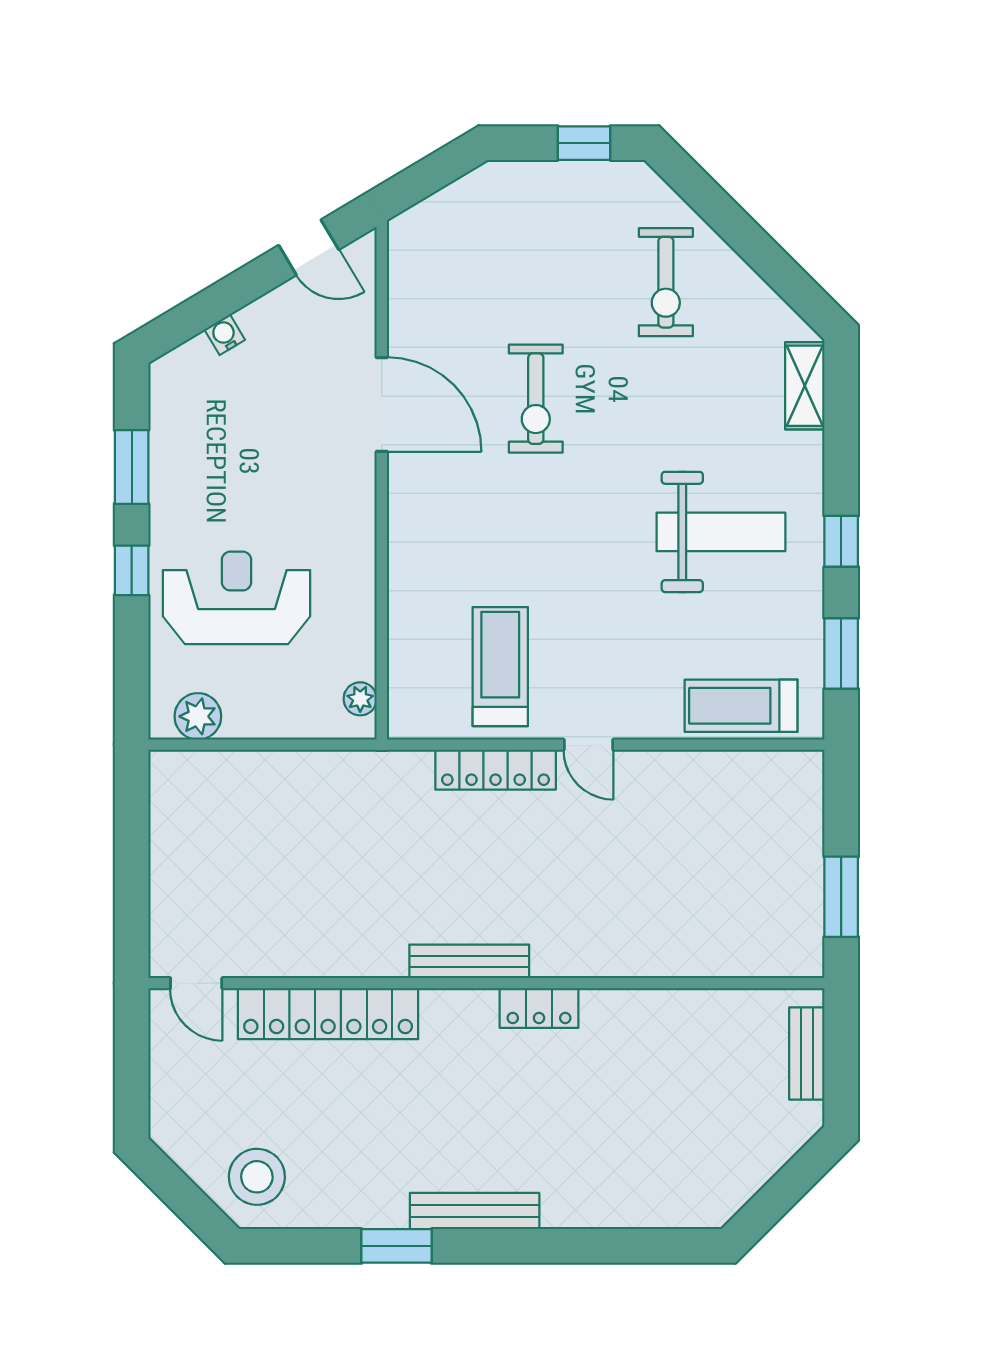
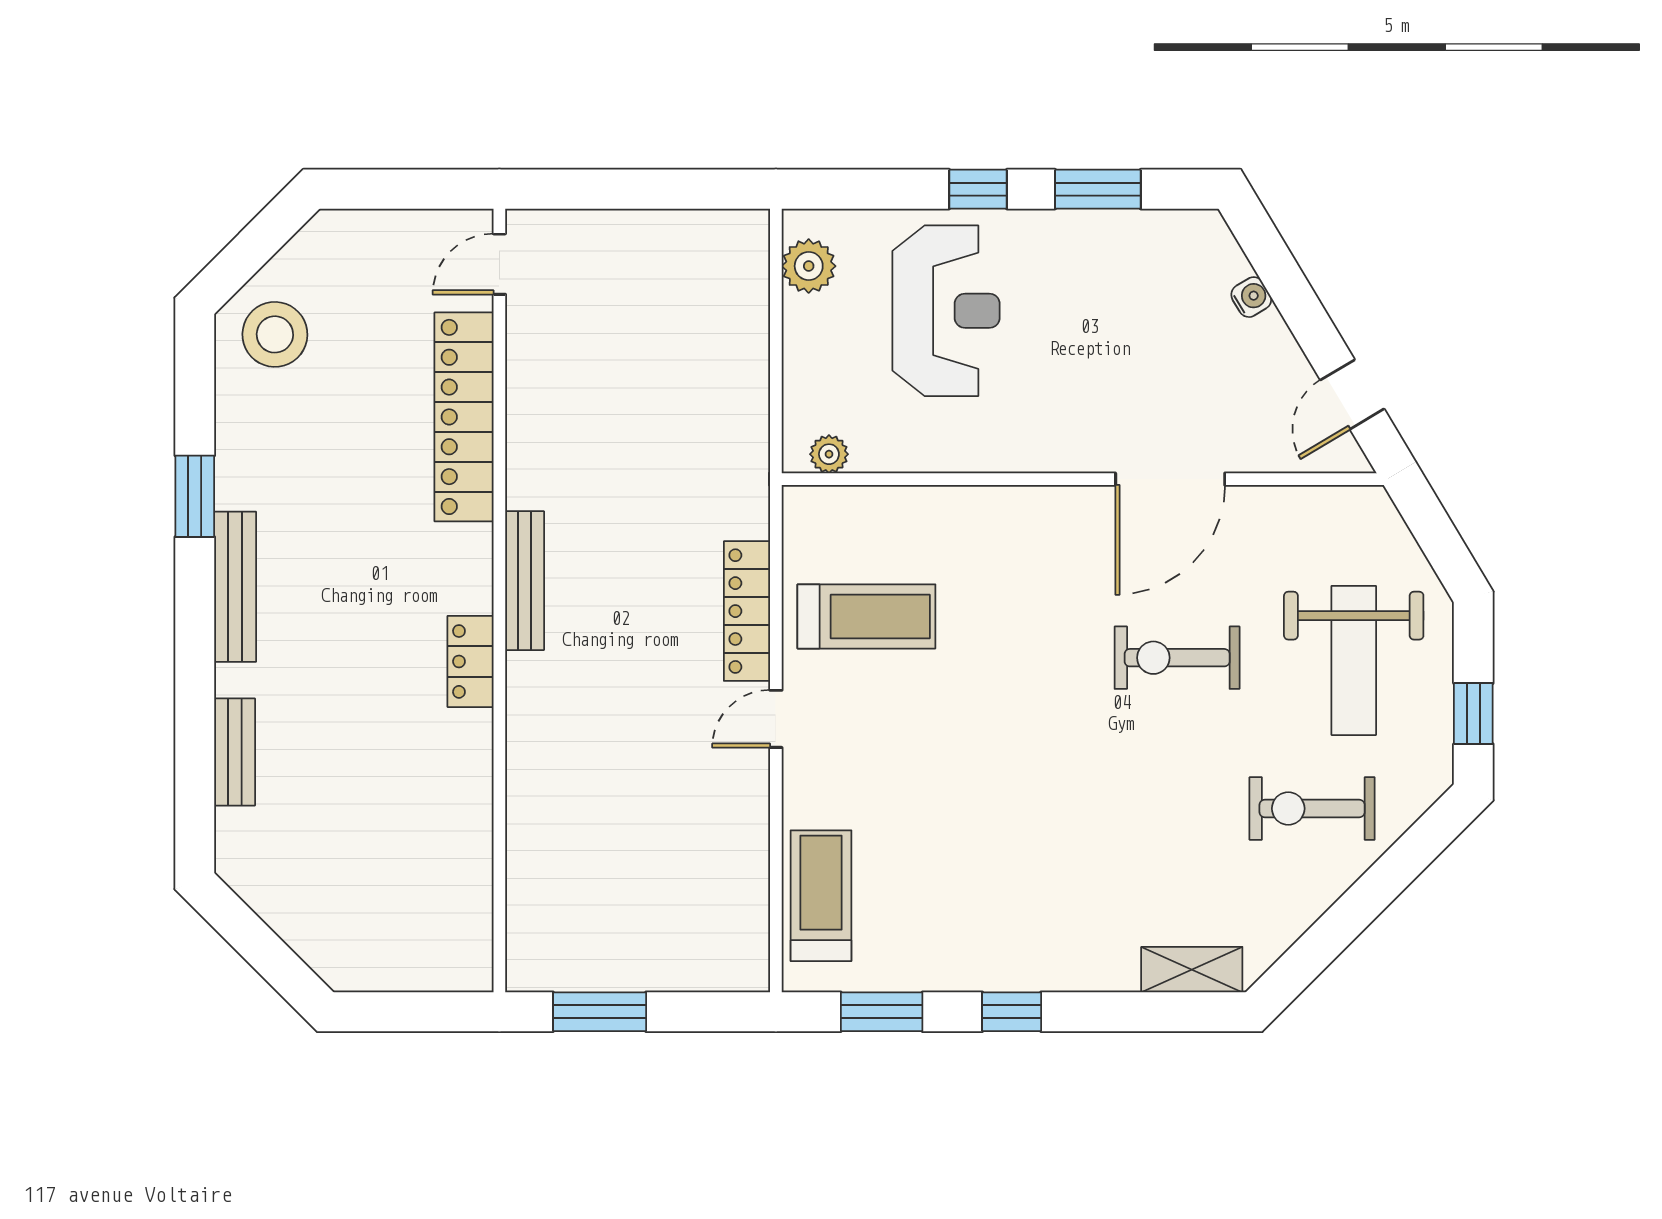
weight bench: (721, 532) -> (1354, 660), moved
bench: (807, 1054) -> (235, 752), moved, turned 90

